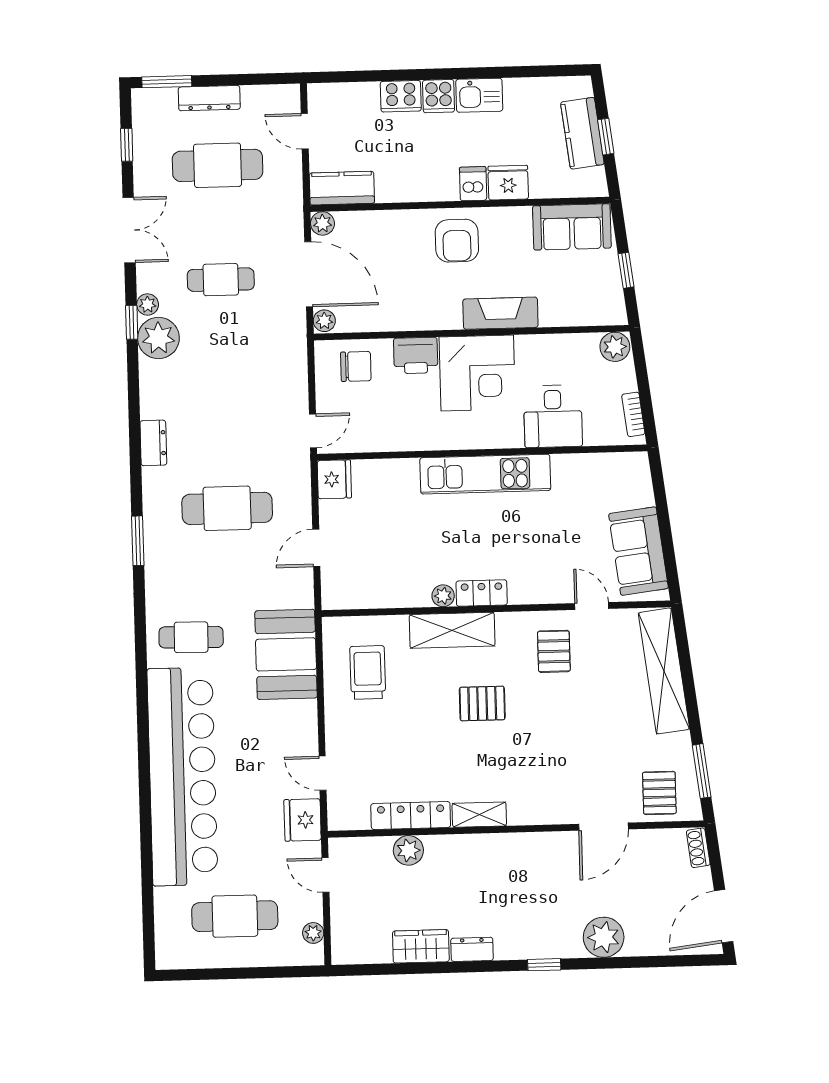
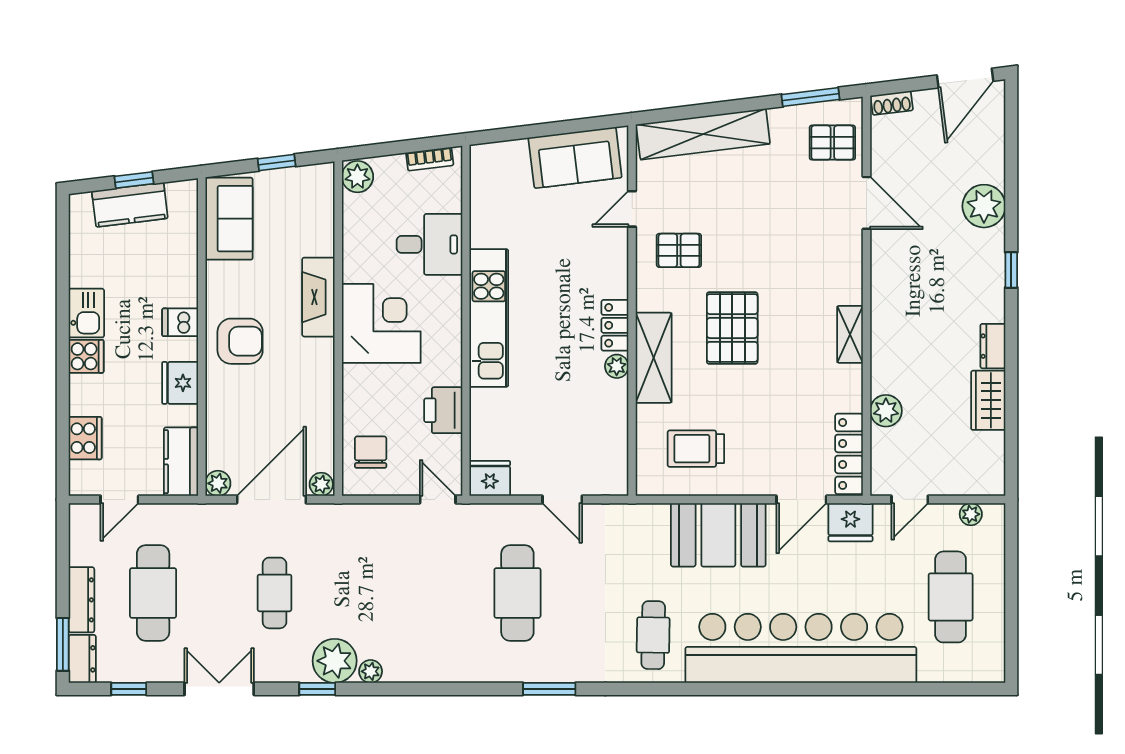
cooker: (401, 96) -> (85, 438), moved
fridge: (508, 183) -> (180, 383), moved
plant: (148, 304) -> (371, 671), moved
printer: (416, 355) -> (443, 410), moved, turned 180
dresser: (153, 443) -> (82, 659), moved, turned 90
booth: (286, 654) -> (718, 535), moved
pallet: (482, 703) -> (732, 328), width x1.50, depth x1.42
door: (323, 773) -> (801, 499), width x1.38
locker: (411, 816) -> (849, 454), moved
door: (724, 916) -> (965, 78), hinge flipped

